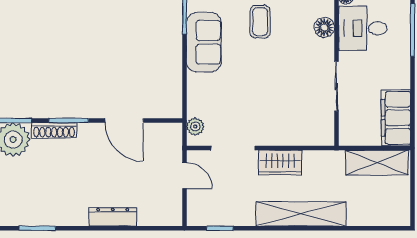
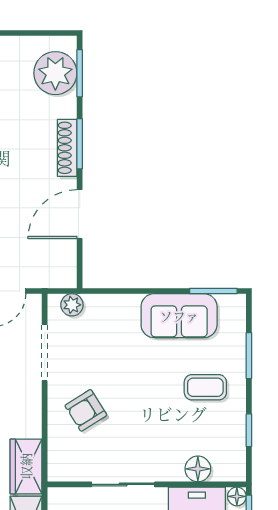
armchair: (278, 116) -> (86, 410), added
shoe rack: (54, 130) -> (67, 148), moved
wardrobe: (280, 163) -> (26, 466), moved

